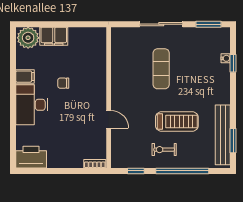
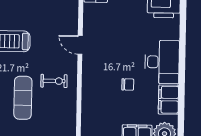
filing cabinet: (25, 77) -> (168, 100), width x2.00
exercise bike: (164, 150) -> (54, 81), moved

